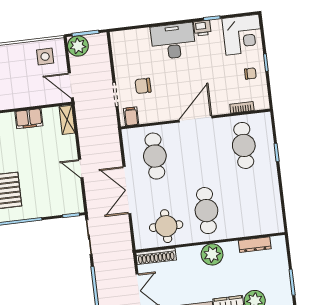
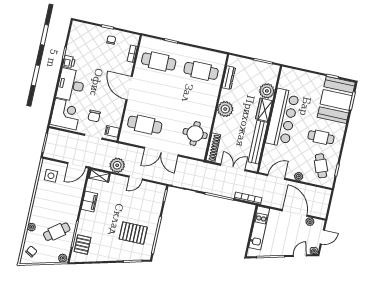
corner desk: (242, 35) -> (66, 114), moved
plant: (78, 46) -> (117, 165), moved
cafe table: (206, 211) -> (201, 71), moved

